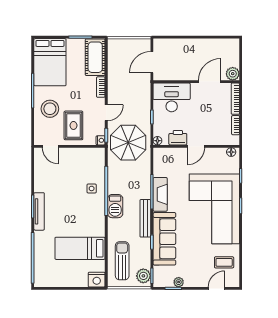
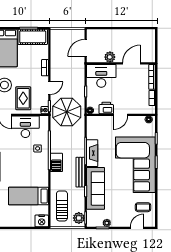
cot: (95, 57) -> (33, 37), moved, turned 90
plant: (233, 74) -> (110, 57), moved
desk: (76, 161) -> (25, 127), added

